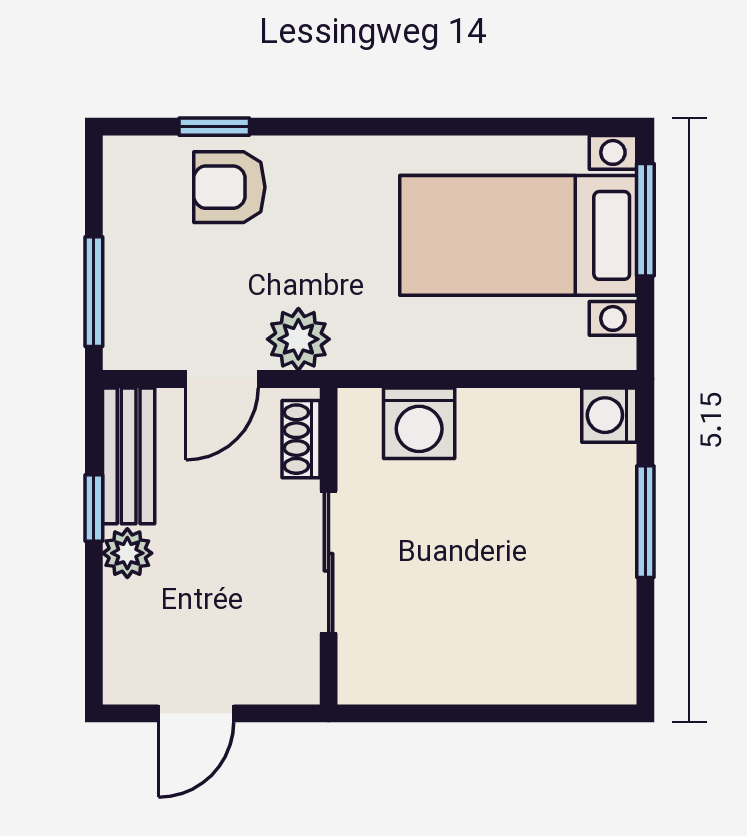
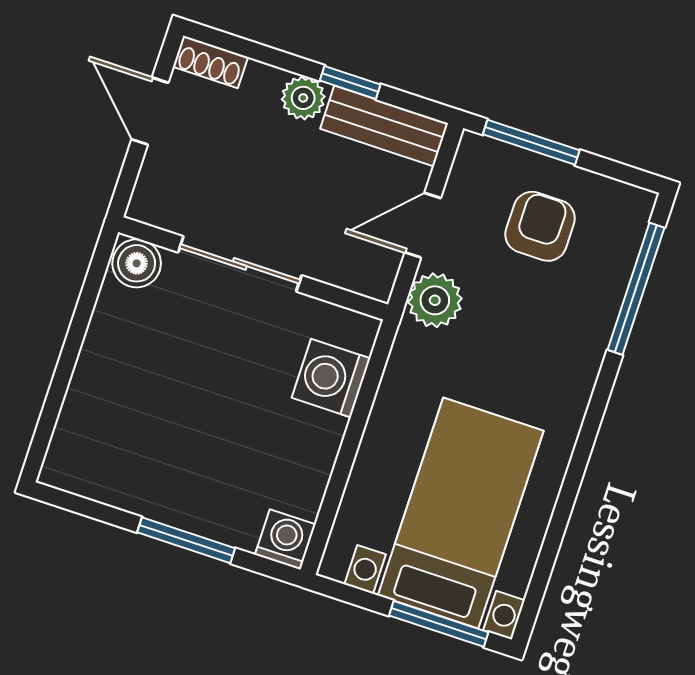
window: (214, 127) -> (636, 289), width x2.17
armchair: (229, 187) -> (540, 226), moved
door: (222, 379) -> (423, 225), hinge flipped
shoe rack: (301, 439) -> (210, 62), moved, turned 180
boiler: (365, 674) -> (137, 263), added

